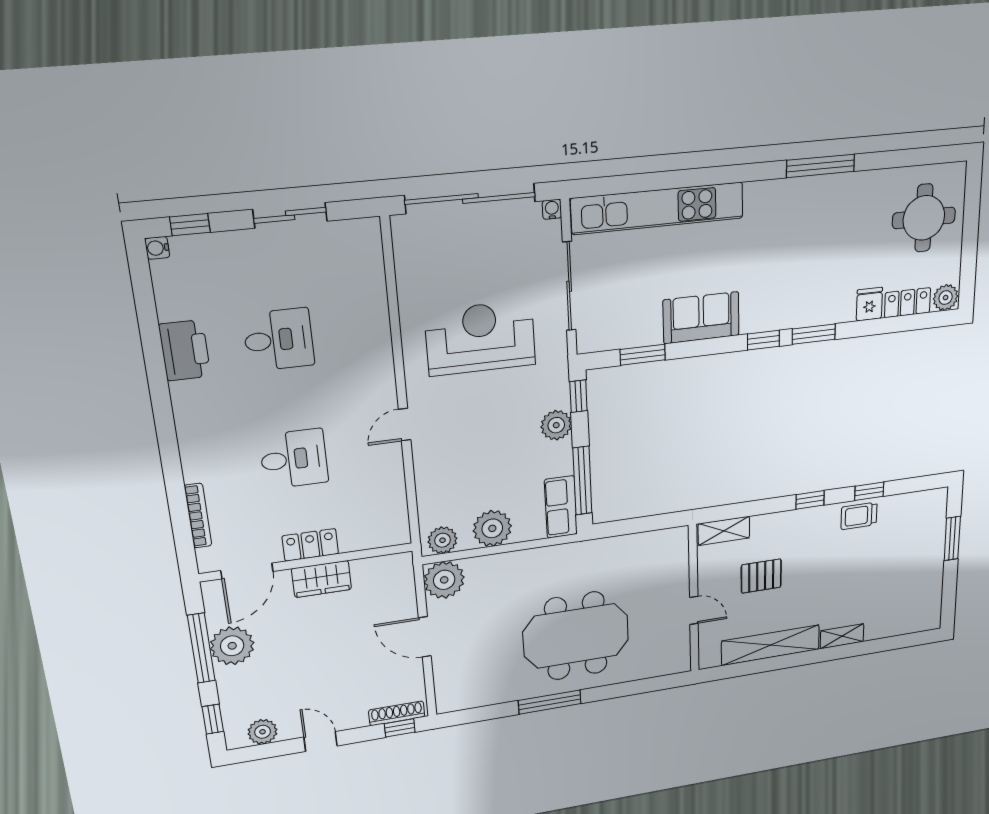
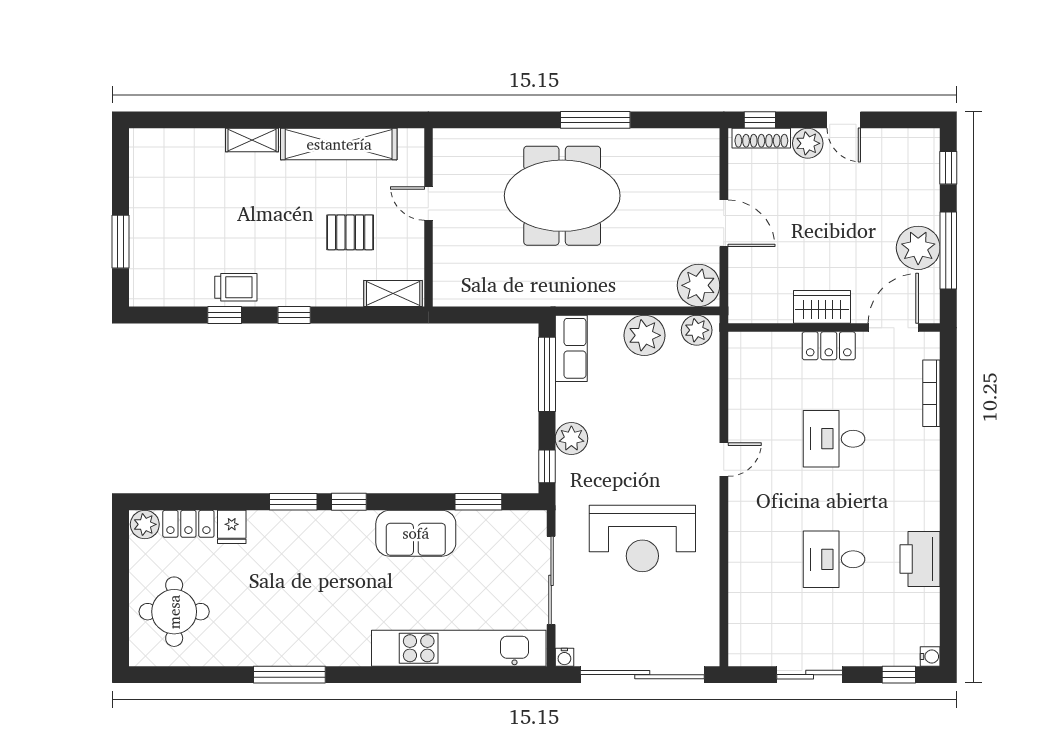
plant: (263, 732) -> (808, 143), moved

